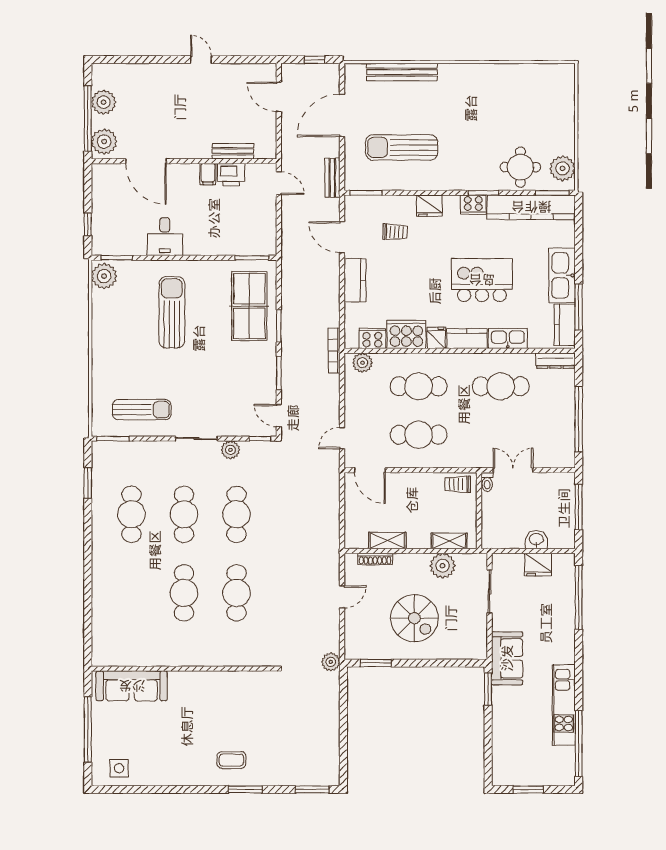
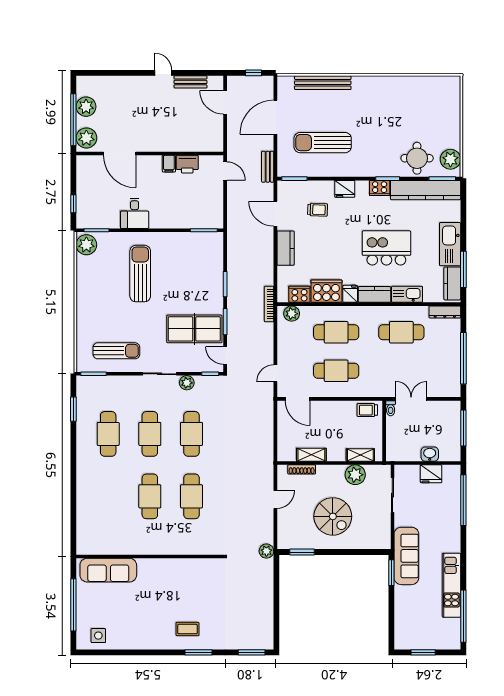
bench: (233, 151) -> (191, 82), moved
table tennis table: (249, 306) -> (194, 329), moved, turned 90
sofa: (507, 658) -> (406, 556), width x1.36

